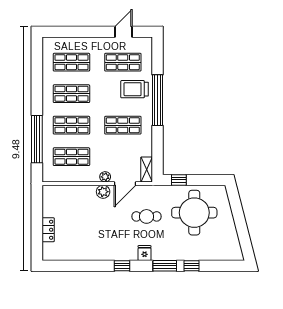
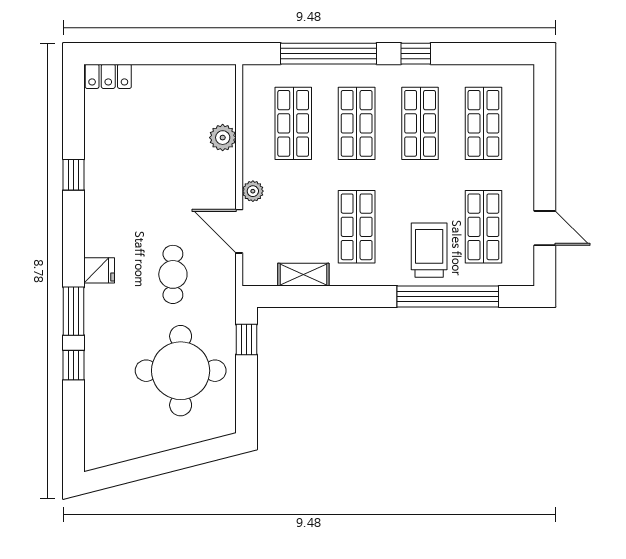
window: (37, 96) -> (416, 54), added
window: (157, 100) -> (448, 296), moved
shelving: (147, 169) -> (303, 275), moved
plant: (103, 192) -> (223, 138), moved
locker: (48, 230) -> (108, 76), moved
window: (122, 266) -> (74, 175), moved

